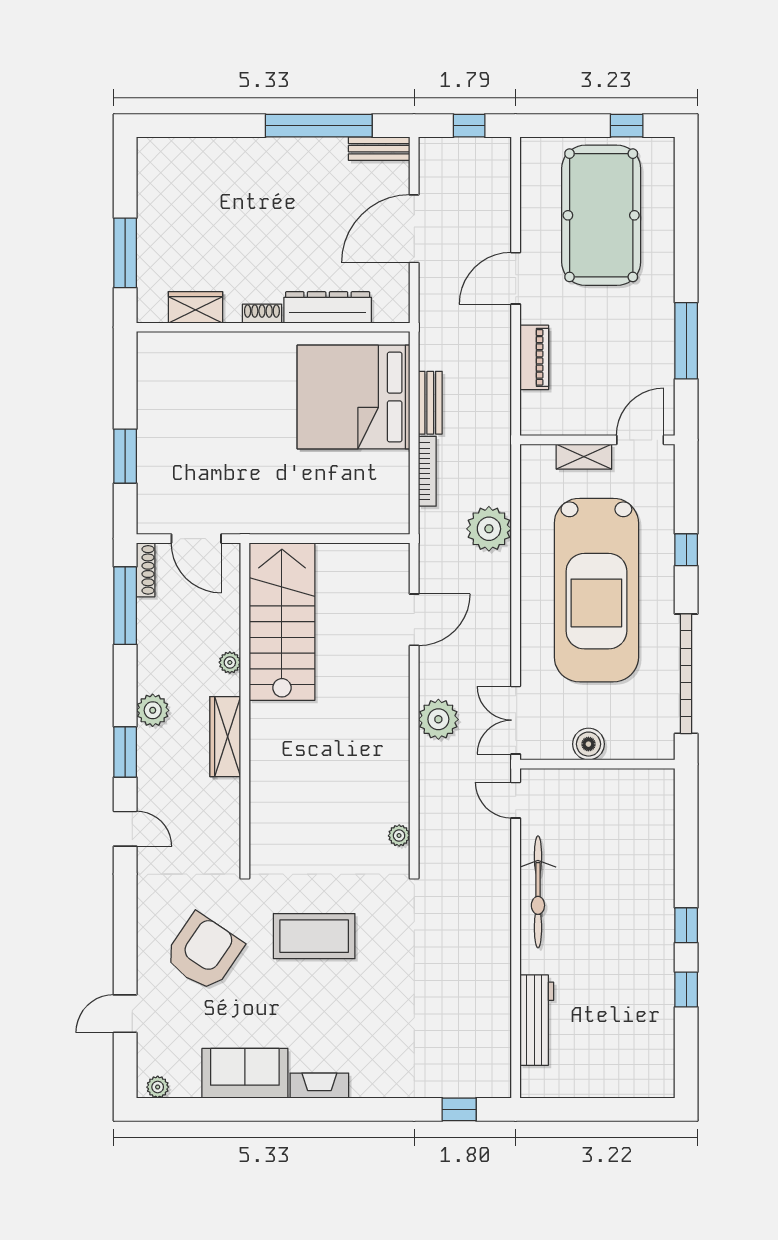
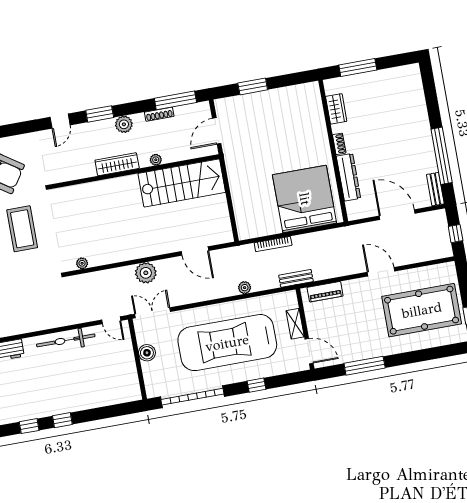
piano: (534, 357) -> (325, 292), moved
bench: (430, 403) -> (296, 278), moved
plant: (489, 529) -> (245, 288), width x0.53, depth x0.53
shoe rack: (146, 570) -> (159, 114), moved
door: (516, 800) -> (111, 320), swing flipped

